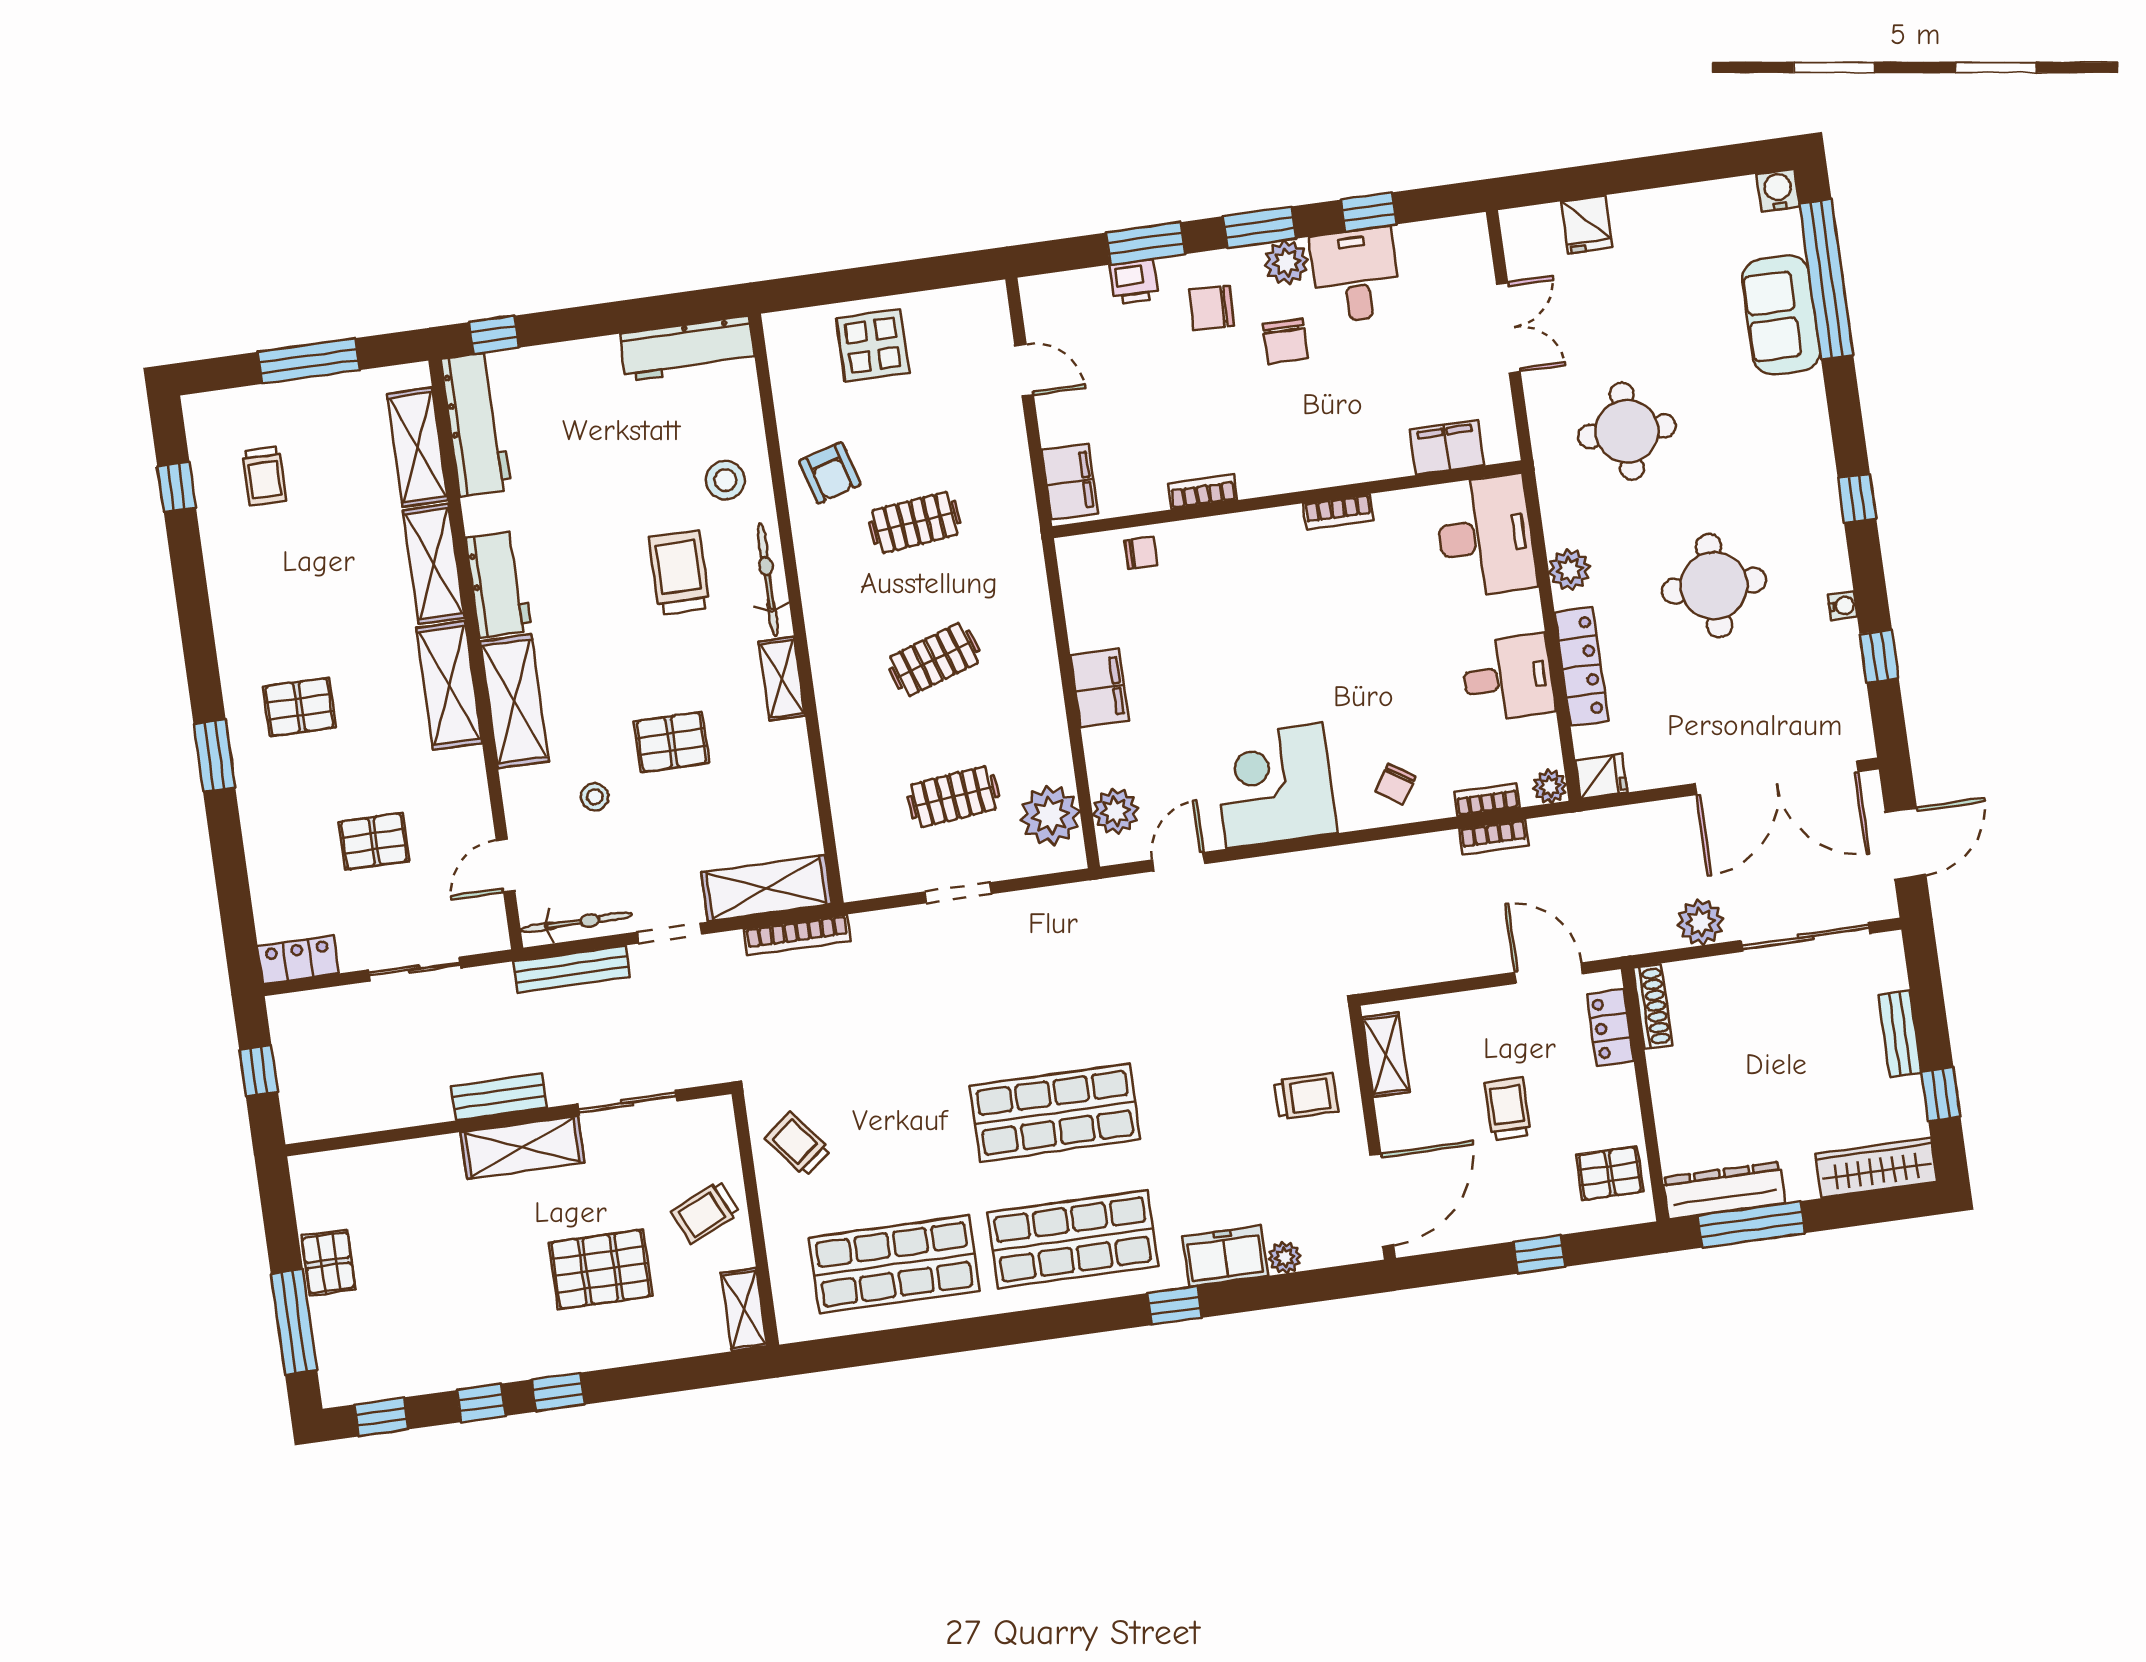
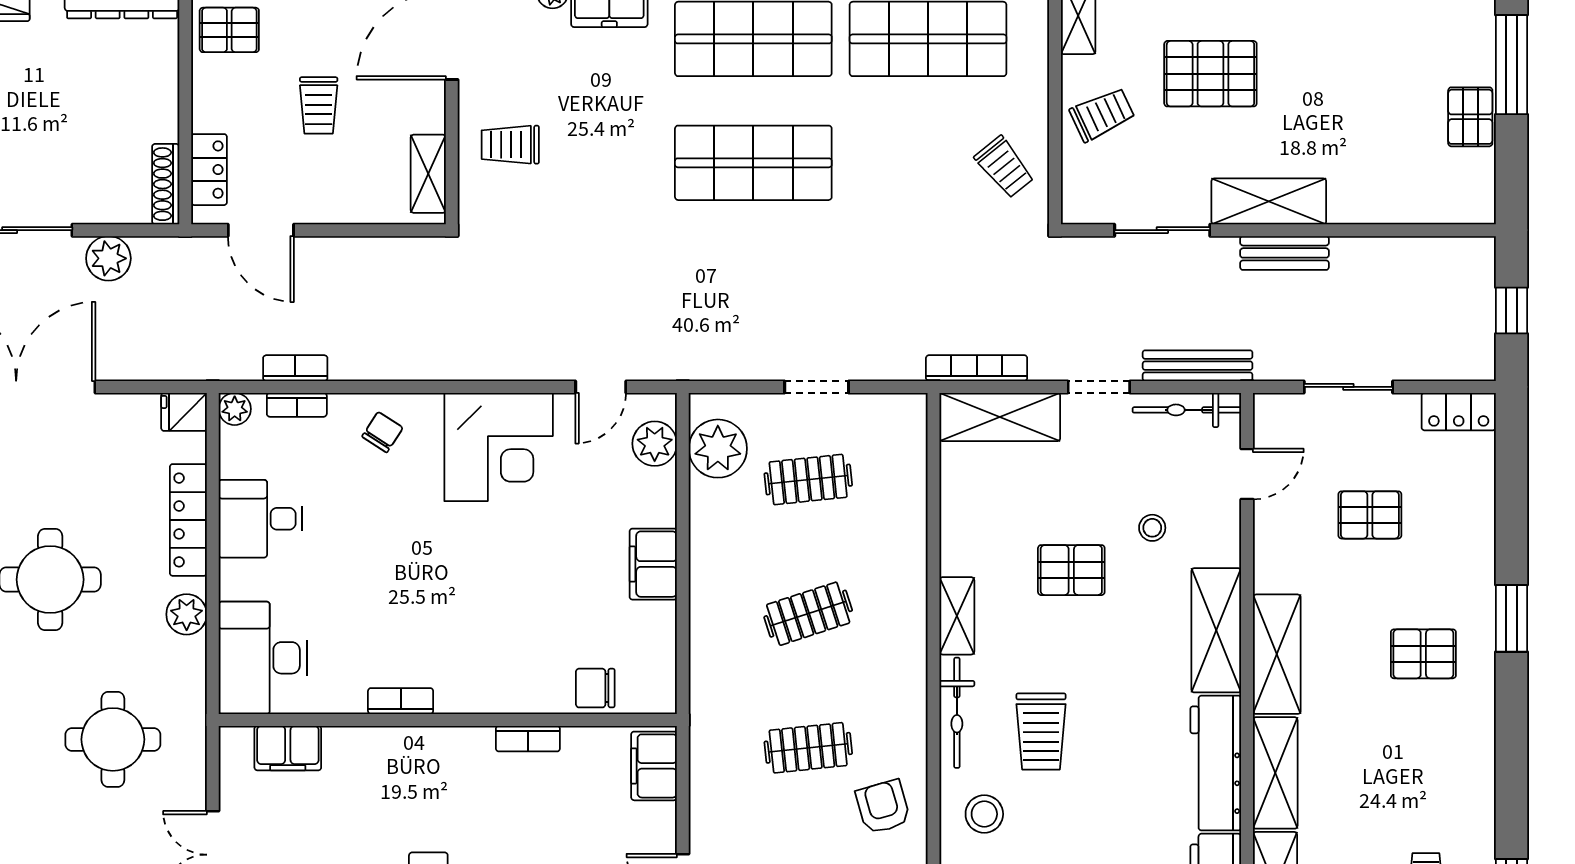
chair: (1141, 553) -> (595, 688), width x1.37, depth x1.37
workbench: (499, 584) -> (1216, 763), width x1.37

